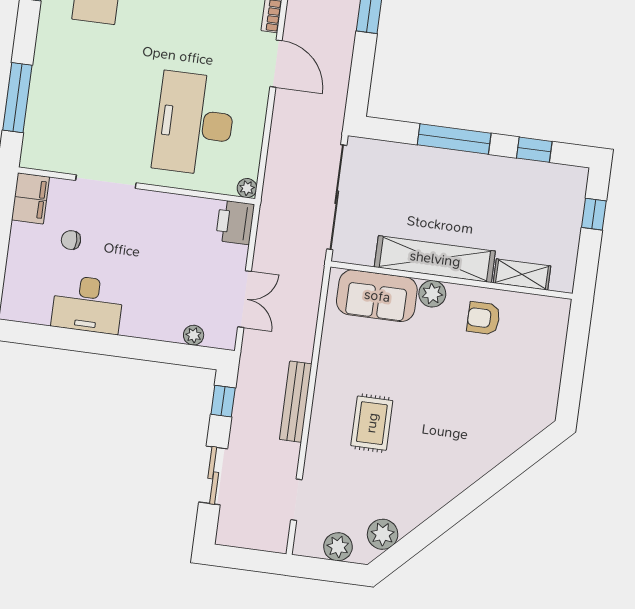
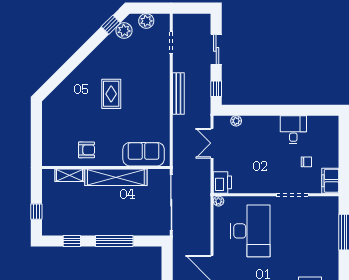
plant: (432, 294) -> (115, 159), removed
desk: (88, 304) -> (293, 130), width x0.73
rug: (372, 423) -> (111, 94), moved
window: (406, 549) -> (111, 25), added

